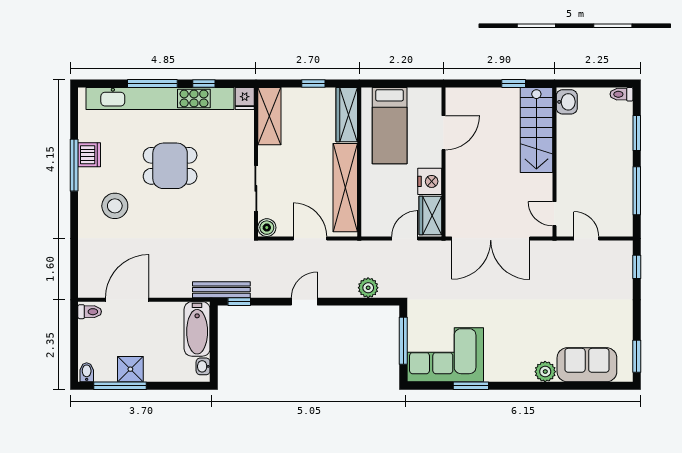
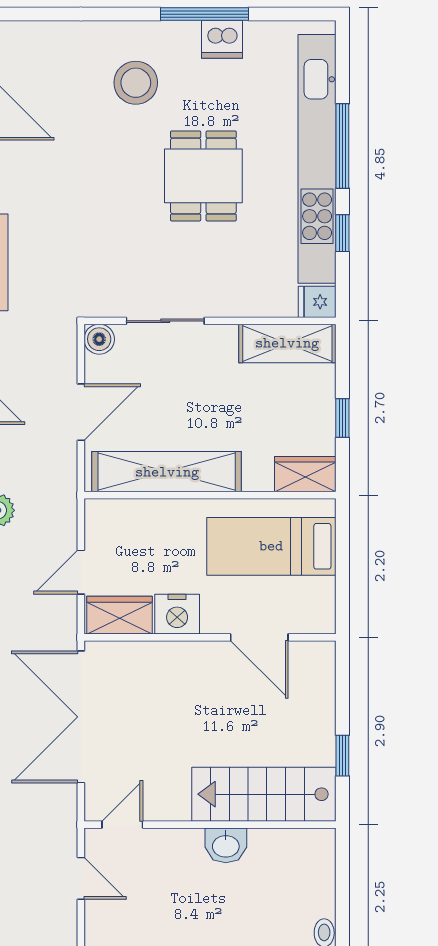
washbasin: (567, 102) -> (226, 845), moved
wardrobe: (347, 115) -> (305, 474), width x0.67
door: (405, 238) -> (81, 572), swing flipped
door: (586, 238) -> (81, 878), hinge flipped

